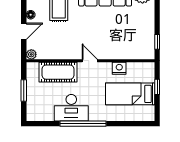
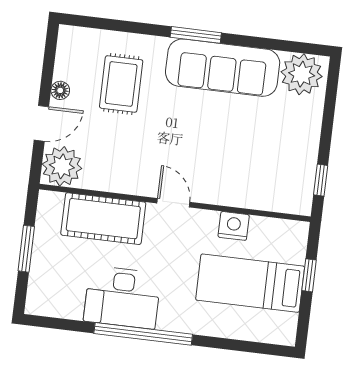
plant: (31, 54) -> (62, 166), width x1.87, depth x1.87

